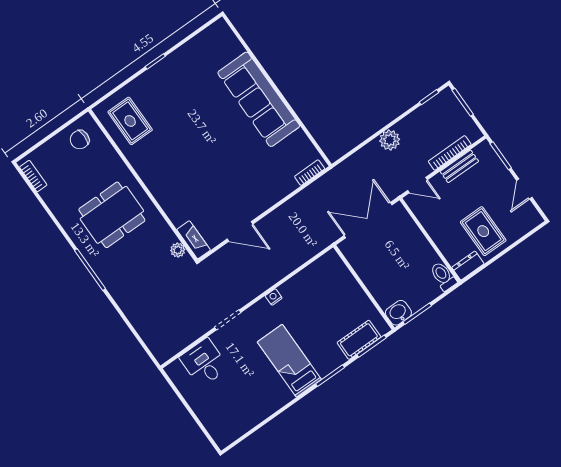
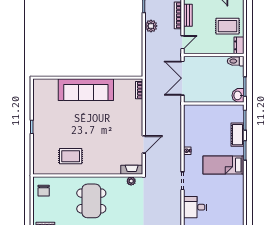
rug: (130, 121) -> (71, 156), moved
plant: (390, 140) -> (151, 26), moved
cot: (359, 340) -> (237, 135), moved

